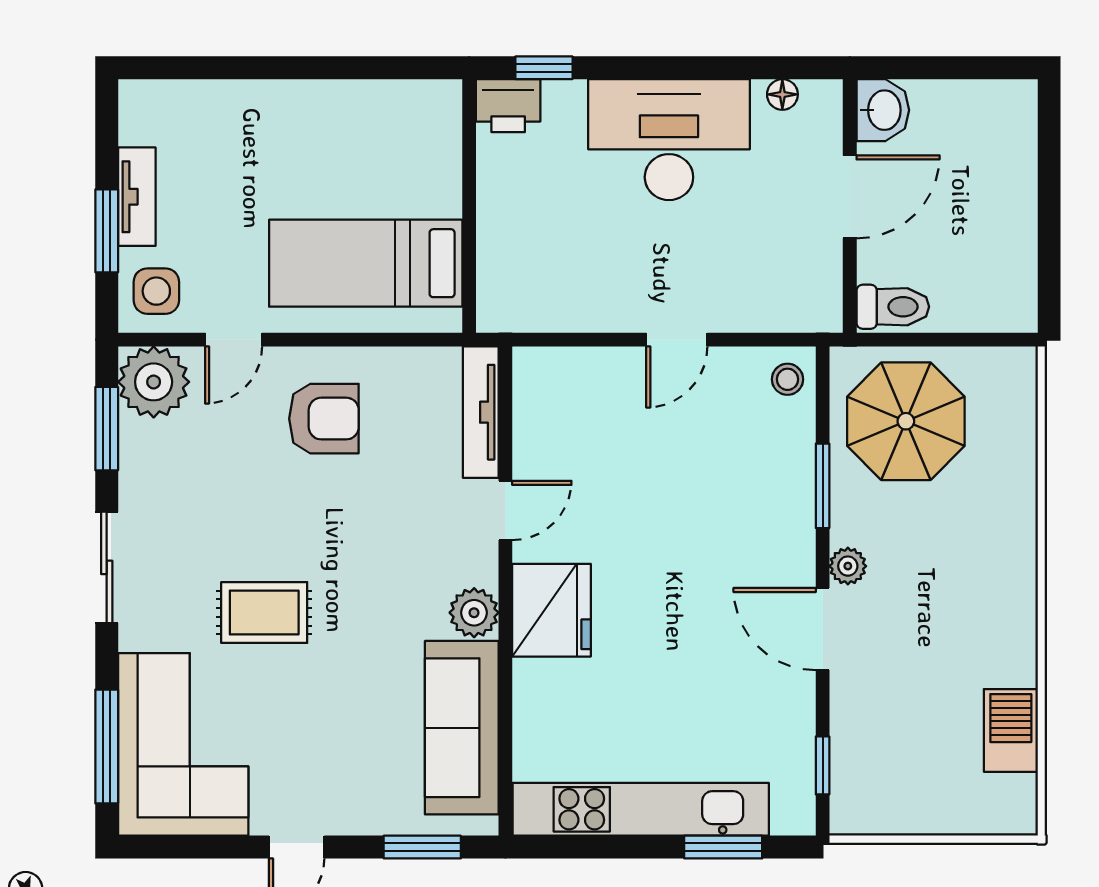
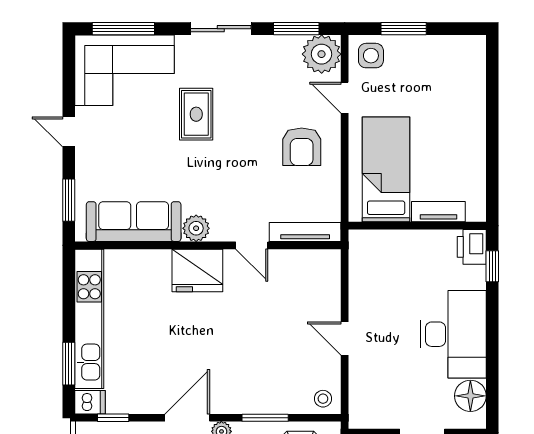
floor lamp: (782, 94) -> (470, 396), width x1.89, depth x1.89
tv unit: (137, 197) -> (438, 212), moved, turned 180
dishwasher: (794, 808) -> (90, 402), added

